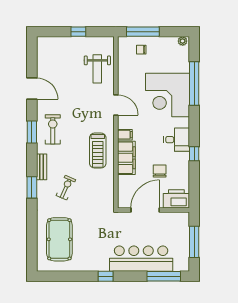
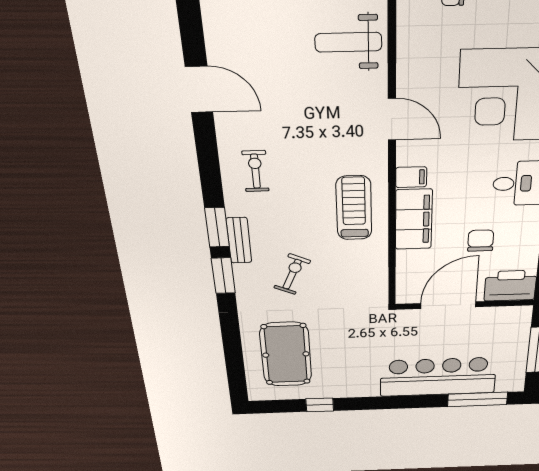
weight bench: (97, 69) -> (348, 42), turned 90
exercise bike: (53, 129) -> (256, 171), width x0.73, depth x0.72
window: (32, 132) -> (217, 227), moved
treadmill: (98, 151) -> (354, 208), turned 180
window: (106, 276) -> (320, 405), moved

